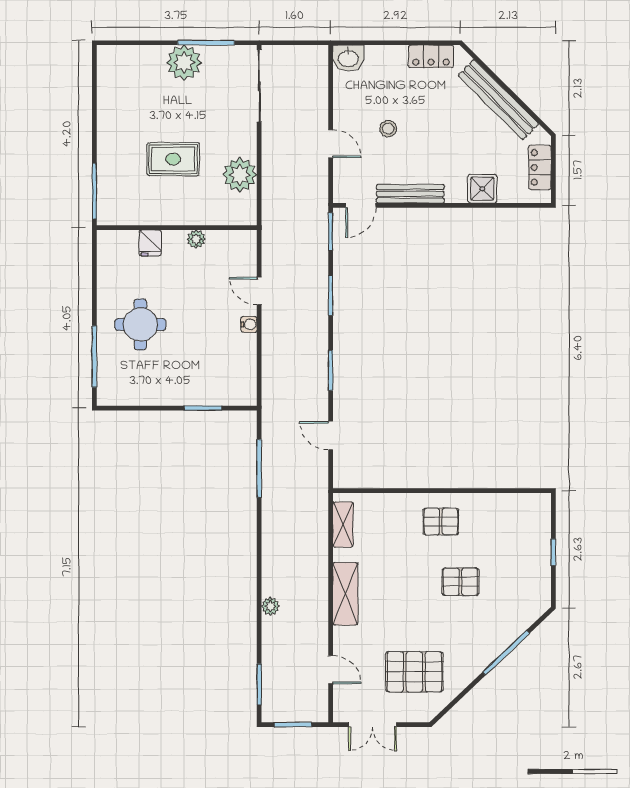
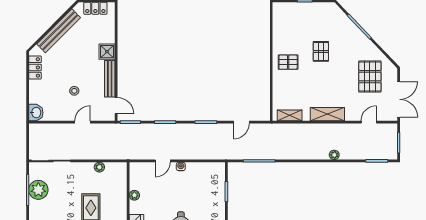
plant: (184, 63) -> (38, 190), moved
plant: (240, 175) -> (99, 167), width x0.53, depth x0.53
shower: (482, 189) -> (107, 52), moved
pallet: (441, 522) -> (288, 62), turned 90
double door: (372, 725) -> (399, 99), width x1.37

